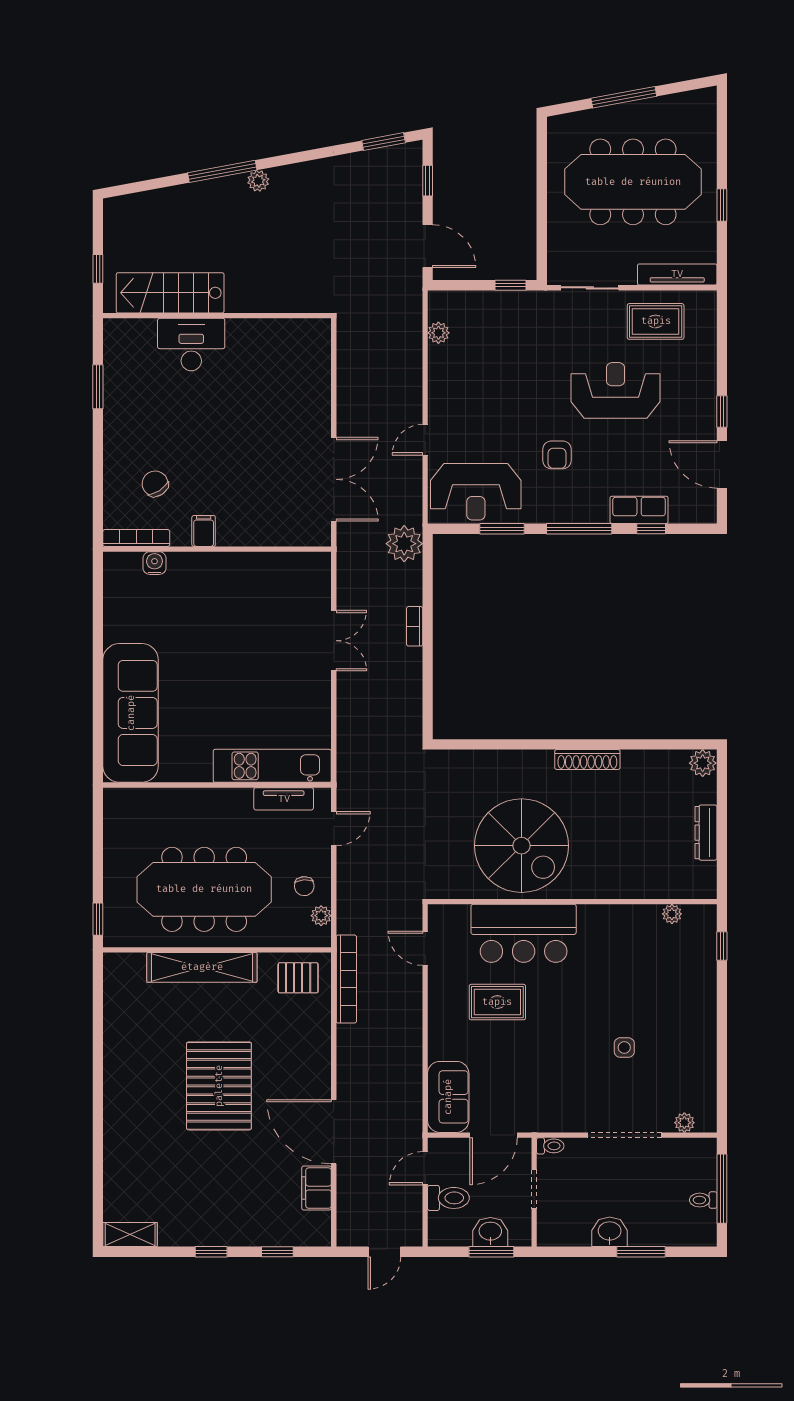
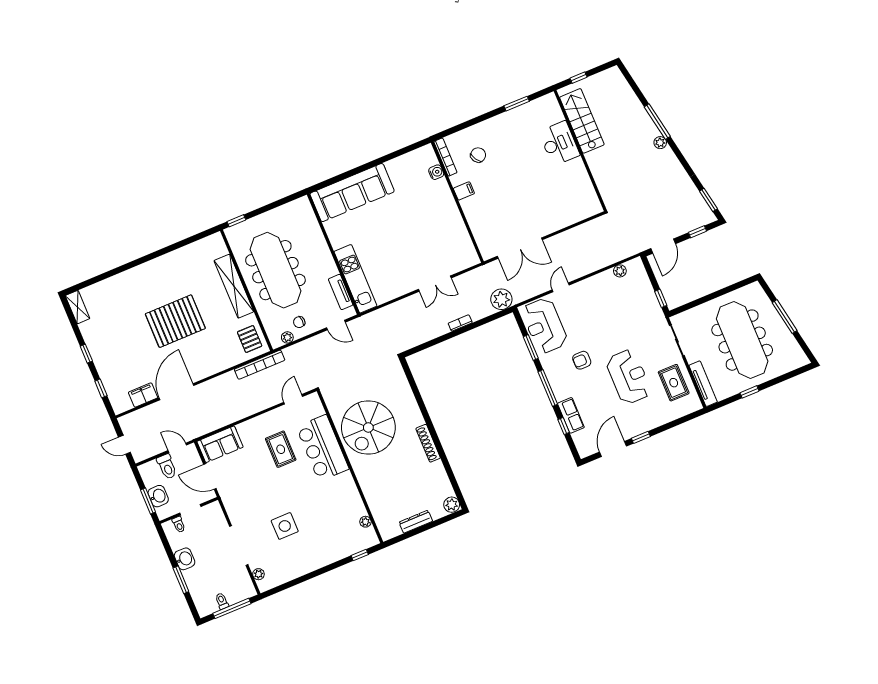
door: (425, 440) -> (561, 287), hinge flipped
side table: (624, 1048) -> (285, 526), width x1.87, depth x1.87
toilet: (550, 1146) -> (179, 525), moved

